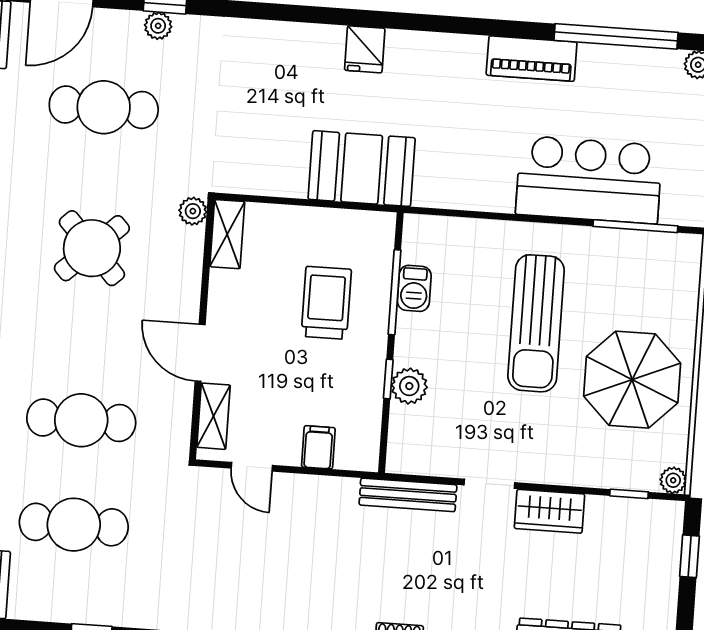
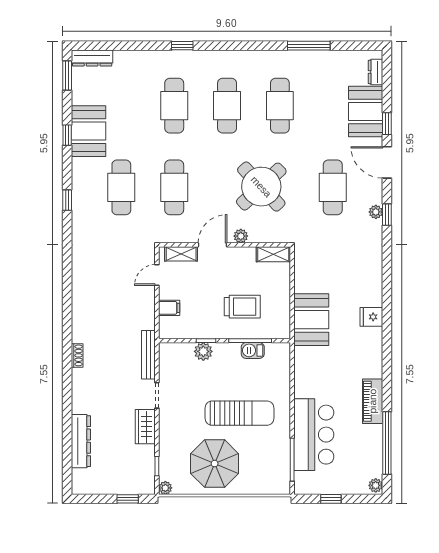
plant: (193, 211) -> (241, 236), moved
round table: (92, 248) -> (261, 187), width x1.36, depth x1.36
sun lounger: (536, 323) -> (239, 413), turned 180

